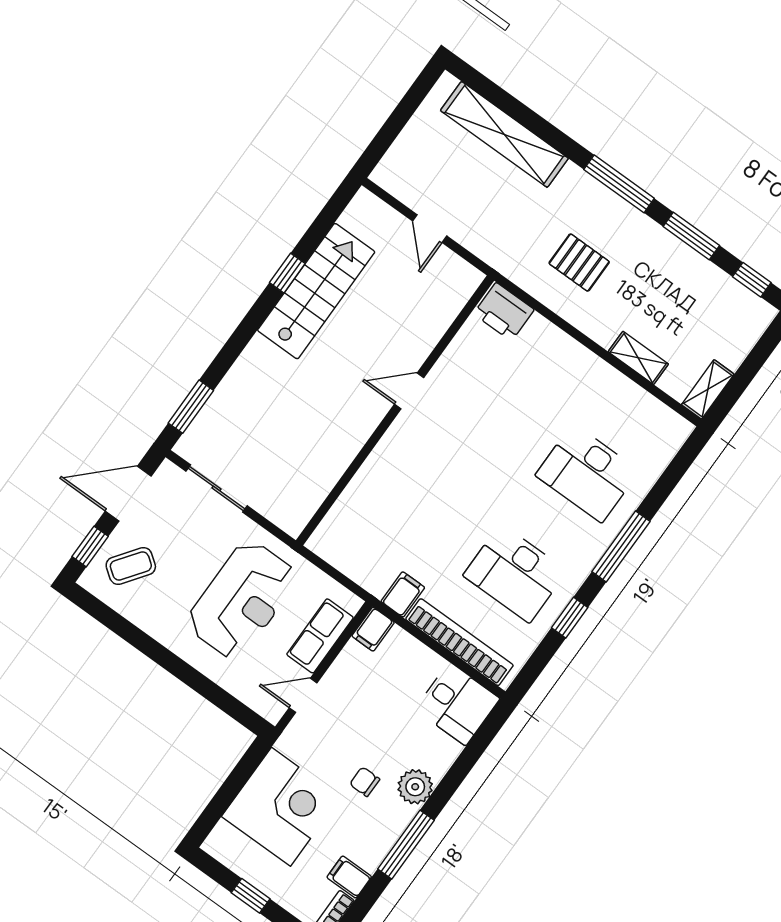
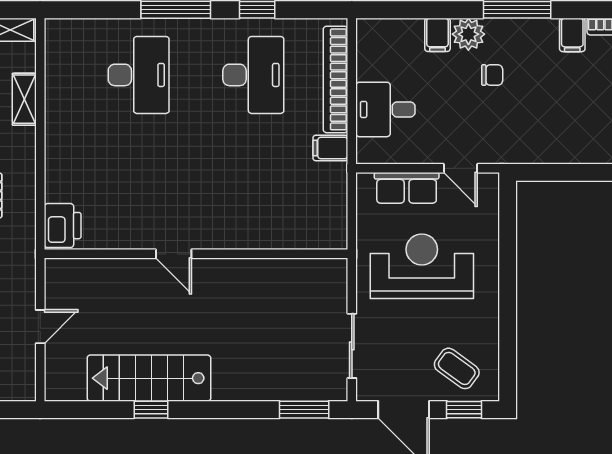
filing cabinet: (373, 629) -> (437, 35), moved, turned 90
desk: (457, 704) -> (385, 109), moved, turned -90
chair: (365, 782) -> (492, 75), turned -90
corner desk: (281, 807) -> (557, 124), removed

